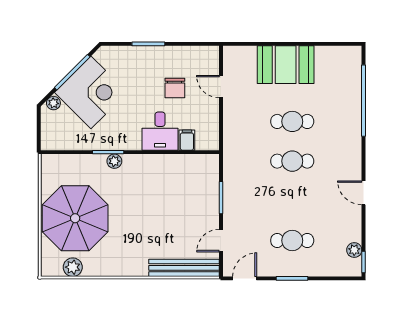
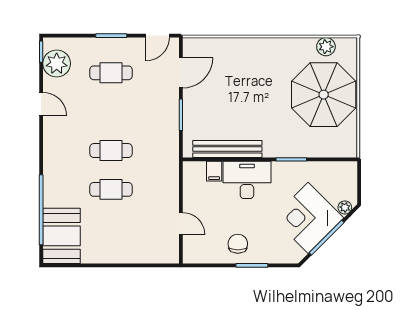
booth: (286, 65) -> (62, 236), moved, turned 90
chair: (175, 88) -> (238, 244), moved
desk: (160, 131) -> (247, 180), width x1.37
plant: (114, 161) -> (285, 150), removed
door: (363, 193) -> (41, 104), moved
door: (221, 241) -> (181, 73), width x1.38
plant: (354, 250) -> (57, 63), width x1.88, depth x1.88
bench: (184, 268) -> (227, 149), moved

